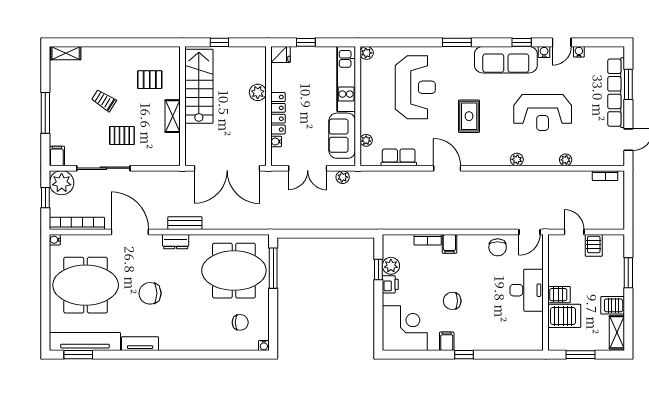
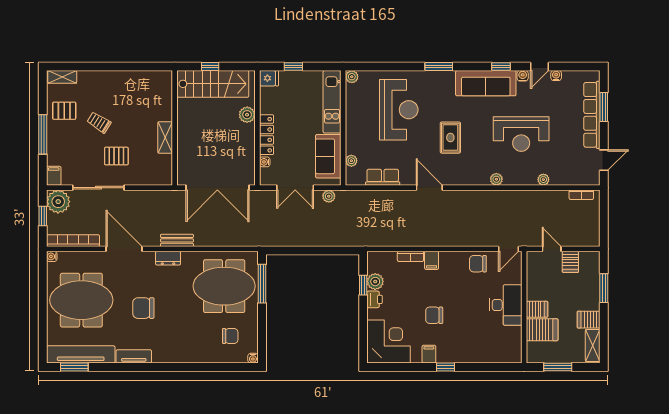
pallet: (150, 80) -> (64, 111), moved
stairs: (199, 86) -> (213, 84), moved, turned 90
chair: (498, 247) -> (478, 264), turned 90

